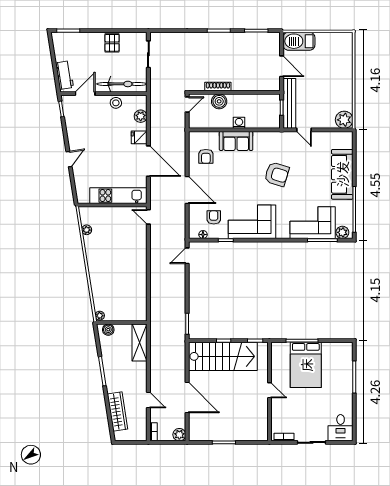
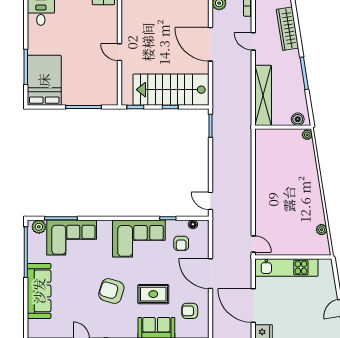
armchair: (206, 156) -> (190, 311), turned -90
rug: (239, 172) -> (153, 294), added
door: (187, 256) -> (210, 201), swing flipped
shelving: (139, 343) -> (263, 95), width x1.47
bed: (306, 365) -> (44, 80), moved

